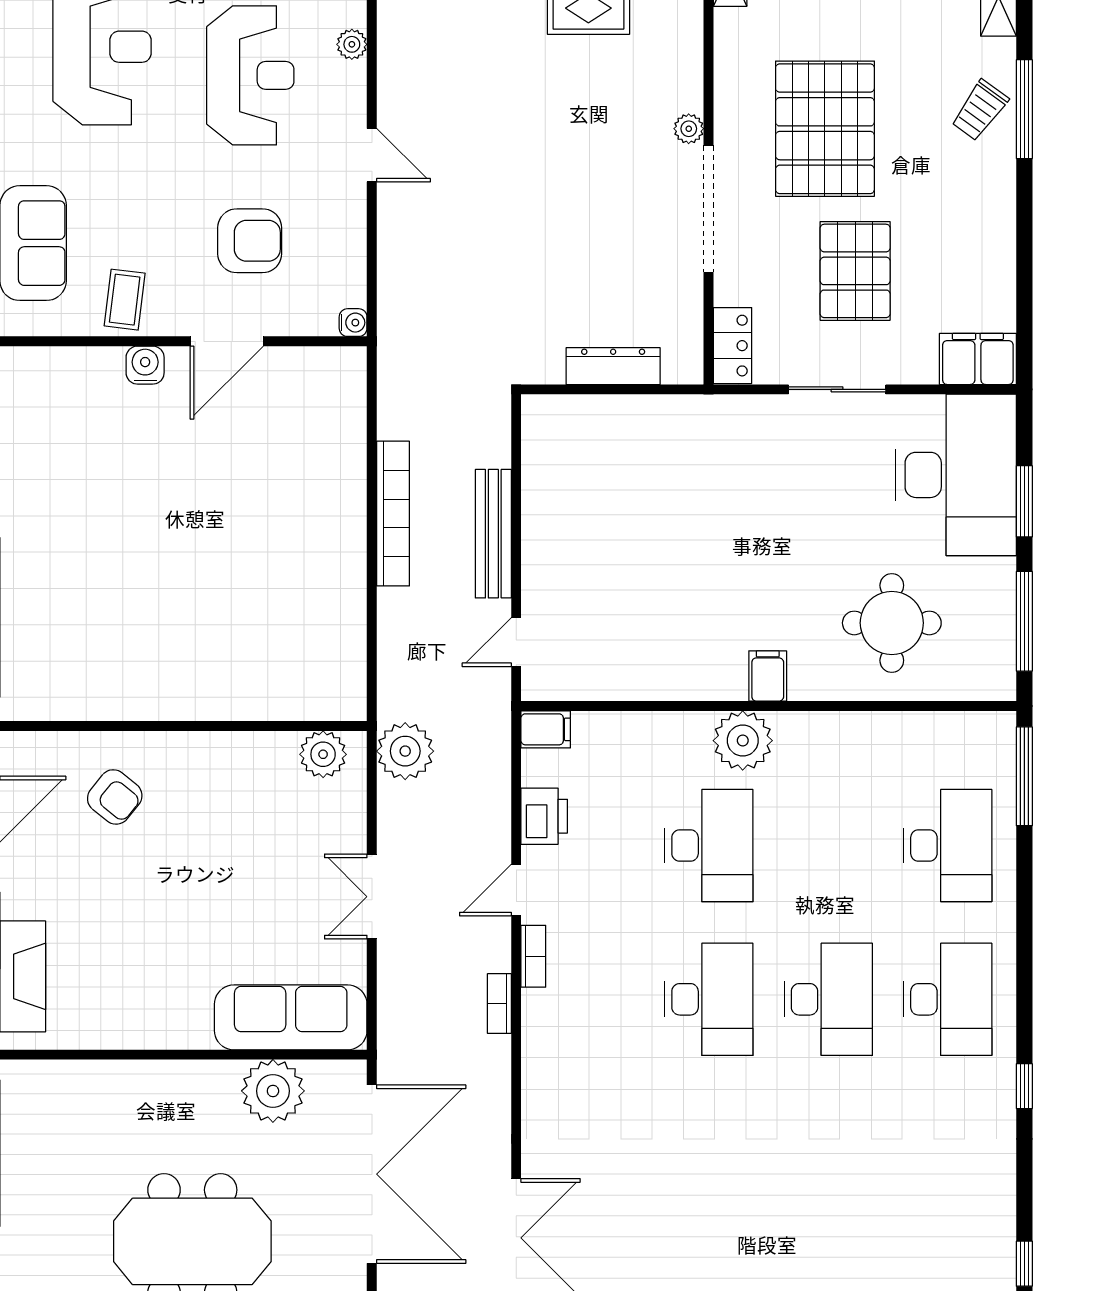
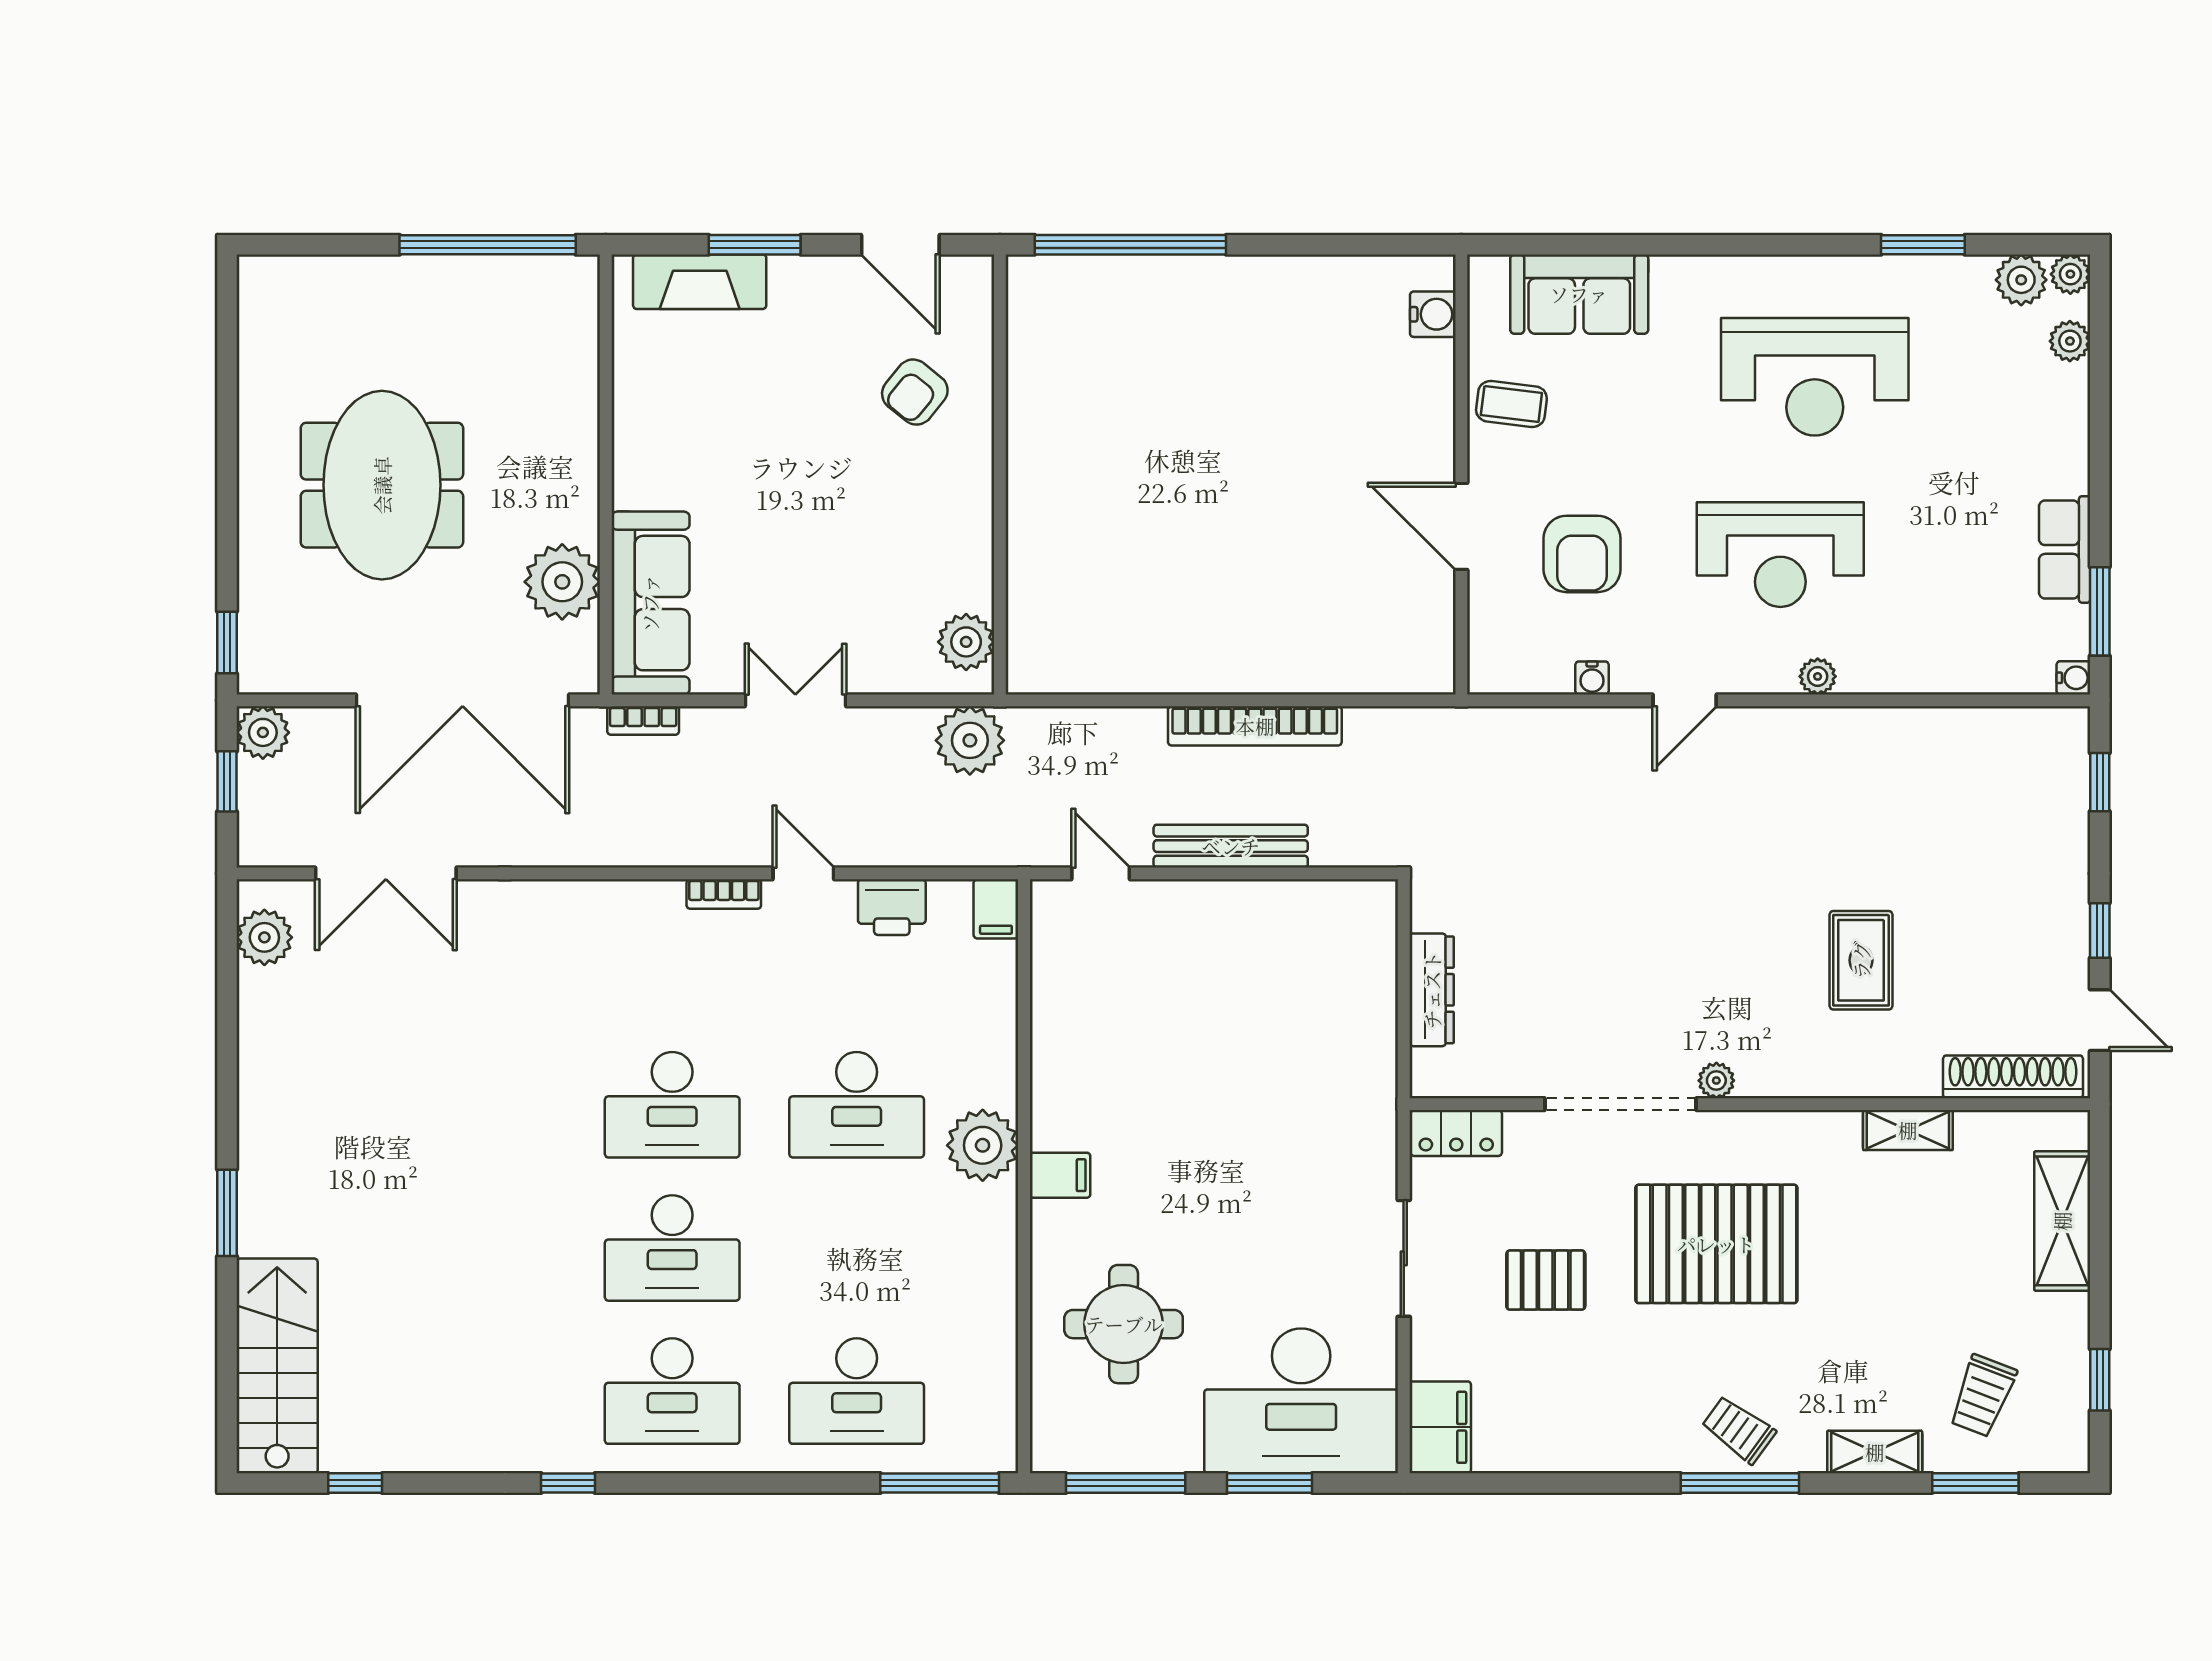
pallet: (855, 271) -> (1546, 1280), width x0.67, depth x0.71
water cooler: (353, 323) -> (1592, 678), moved
water cooler: (145, 365) -> (1433, 314), moved
bookcase: (499, 1004) -> (643, 720), moved, turned 180

